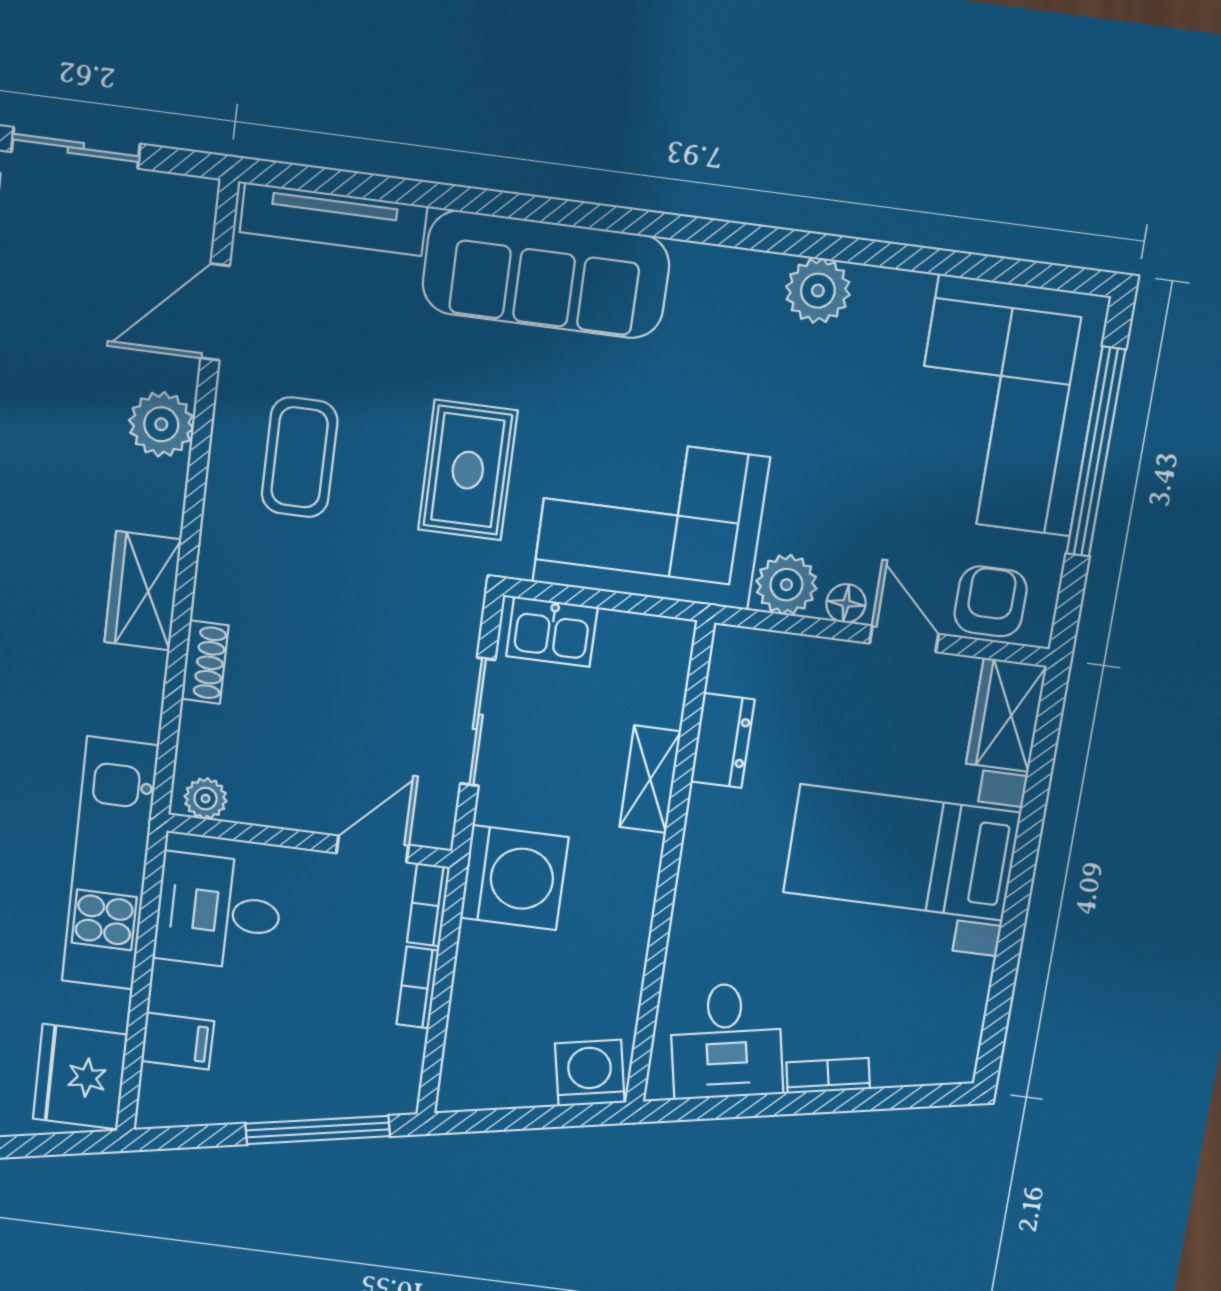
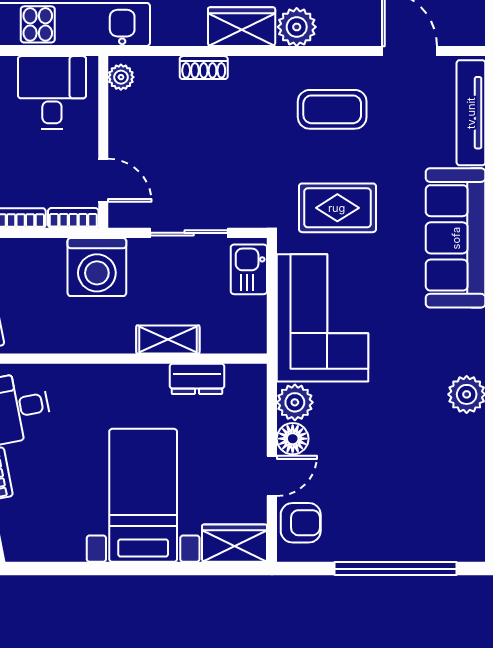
corner sofa: (1005, 406) -> (415, 512), removed
plant: (161, 424) -> (297, 27), moved
floor lamp: (846, 603) -> (293, 439), width x1.37, depth x1.37

